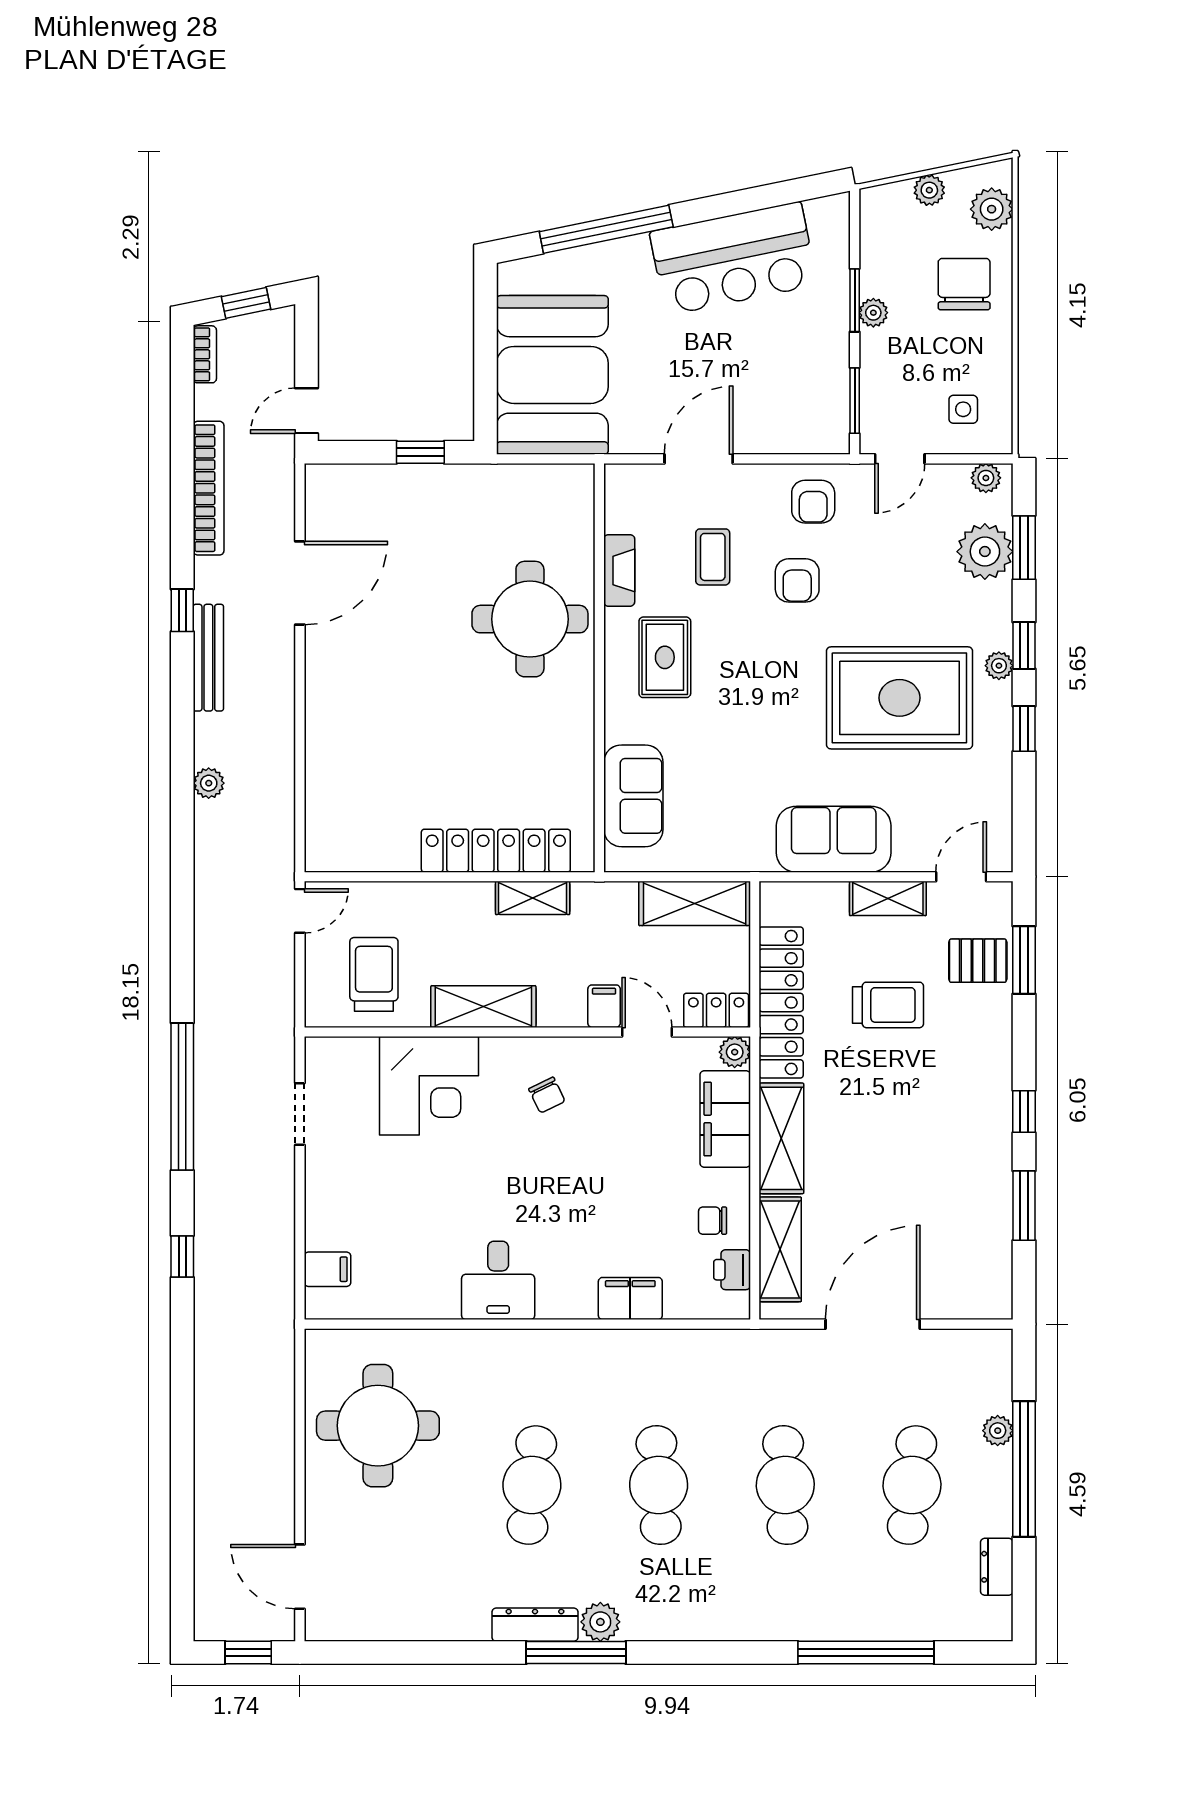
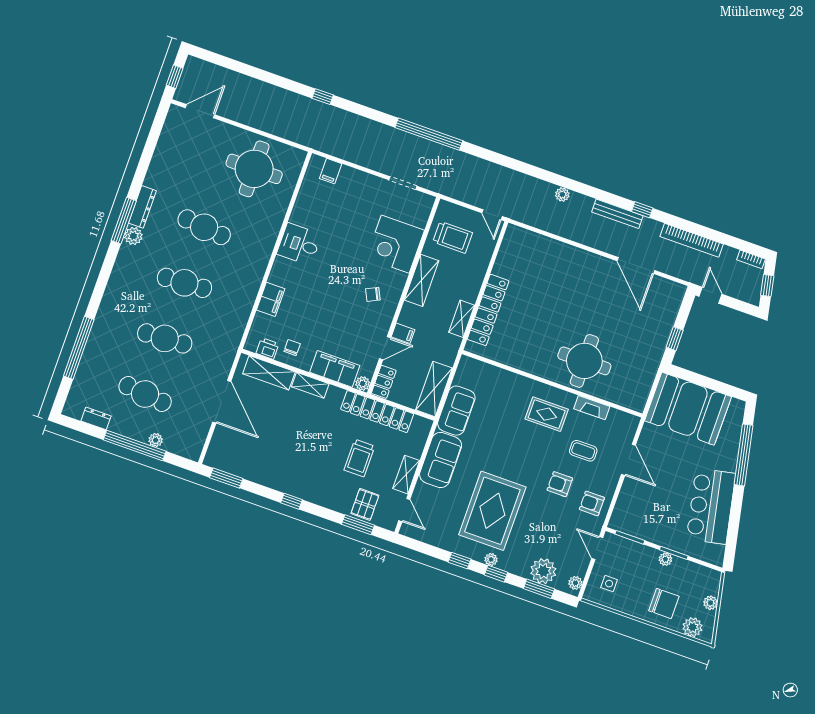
sofa: (633, 796) -> (456, 411), moved, turned -90
shelving: (781, 1138) -> (310, 385), width x0.67, depth x0.75
window: (1024, 1206) -> (226, 478), moved
window: (182, 1257) -> (323, 97), moved

